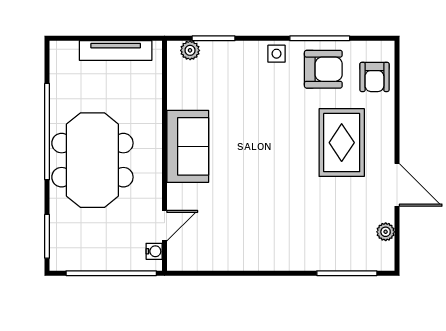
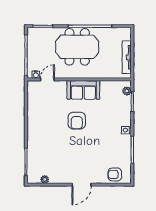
armchair: (323, 69) -> (77, 121), moved
rug: (342, 143) -> (85, 160), removed
door: (397, 185) -> (82, 185), moved
door: (164, 226) -> (47, 79), swing flipped

